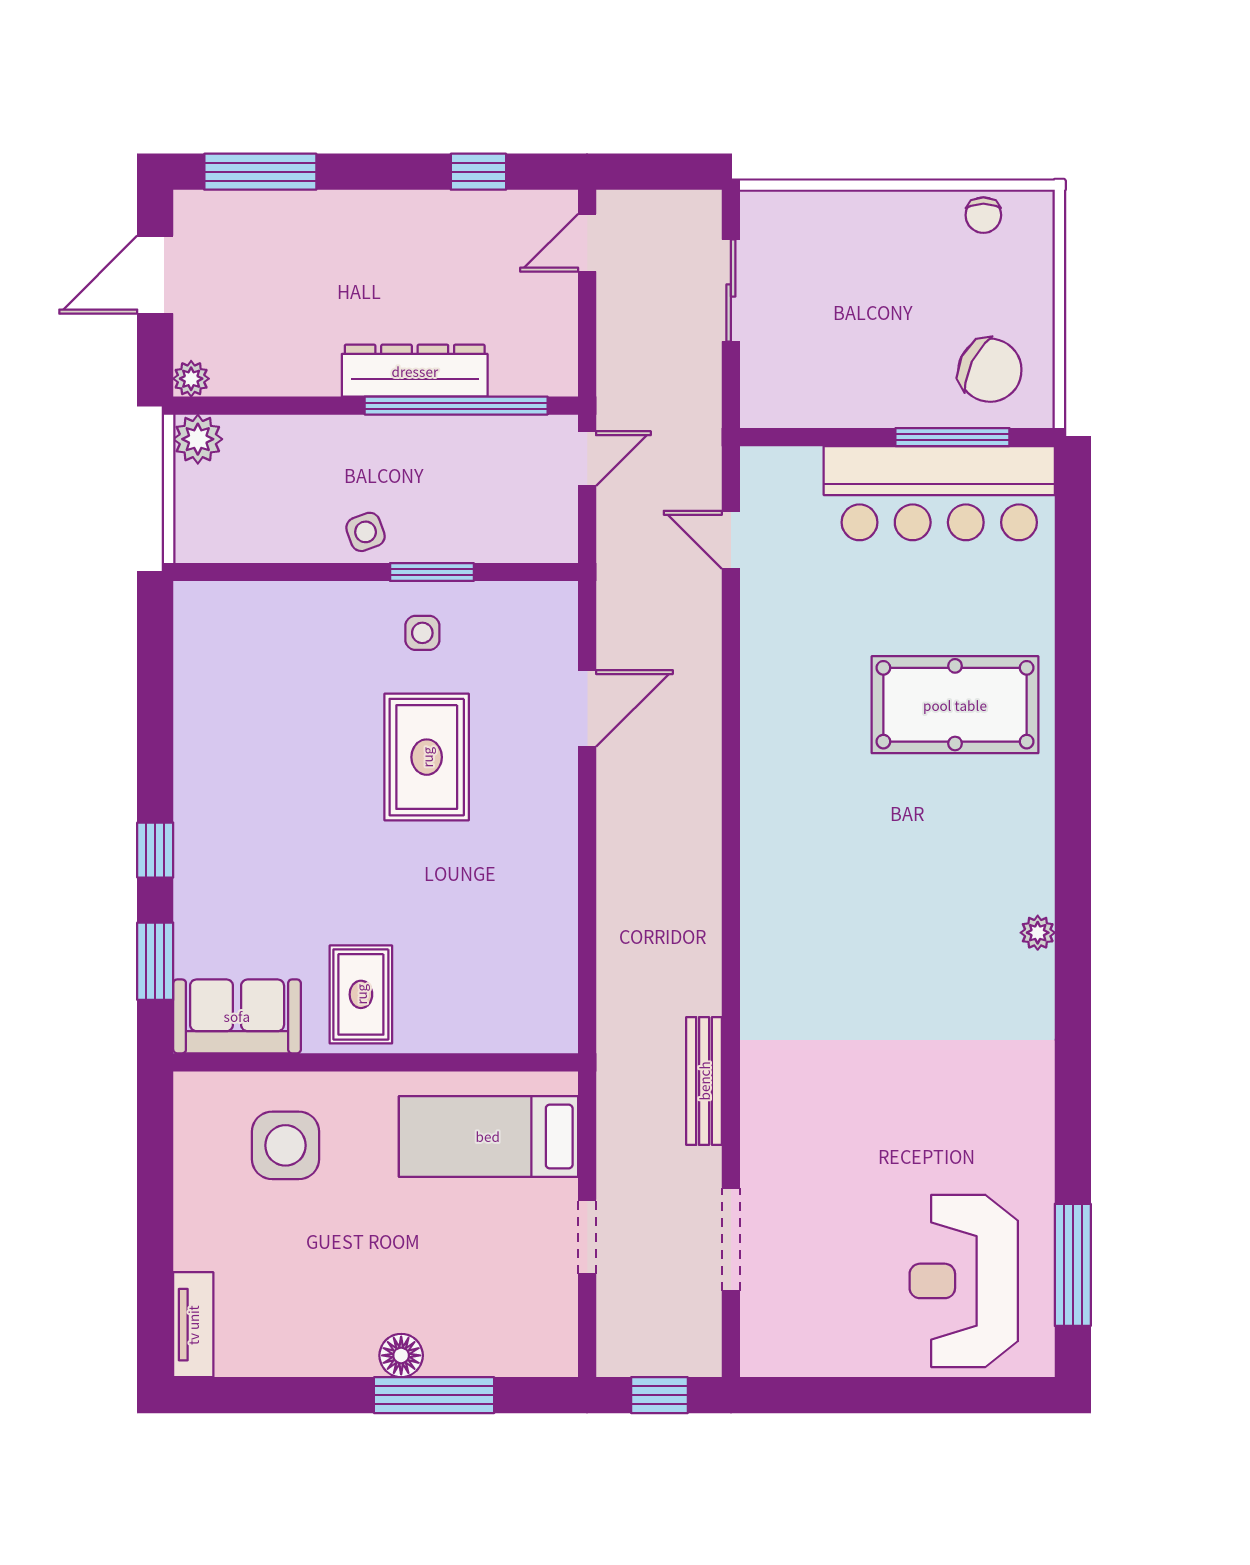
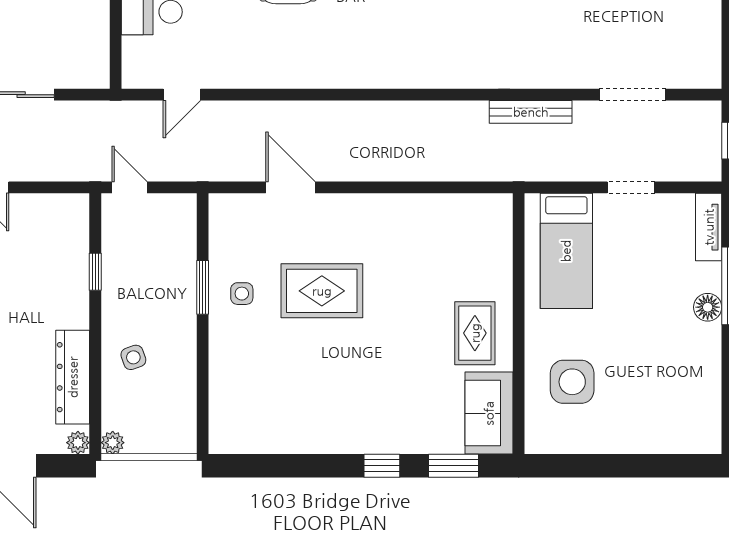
dresser: (415, 371) -> (73, 377), moved
window: (456, 406) -> (95, 272), width x0.32
plant: (198, 439) -> (113, 443), width x0.73, depth x0.73
side table: (366, 532) -> (133, 357), moved
rug: (361, 994) -> (475, 333), turned 90
tv unit: (193, 1325) -> (709, 227), moved, turned -90

